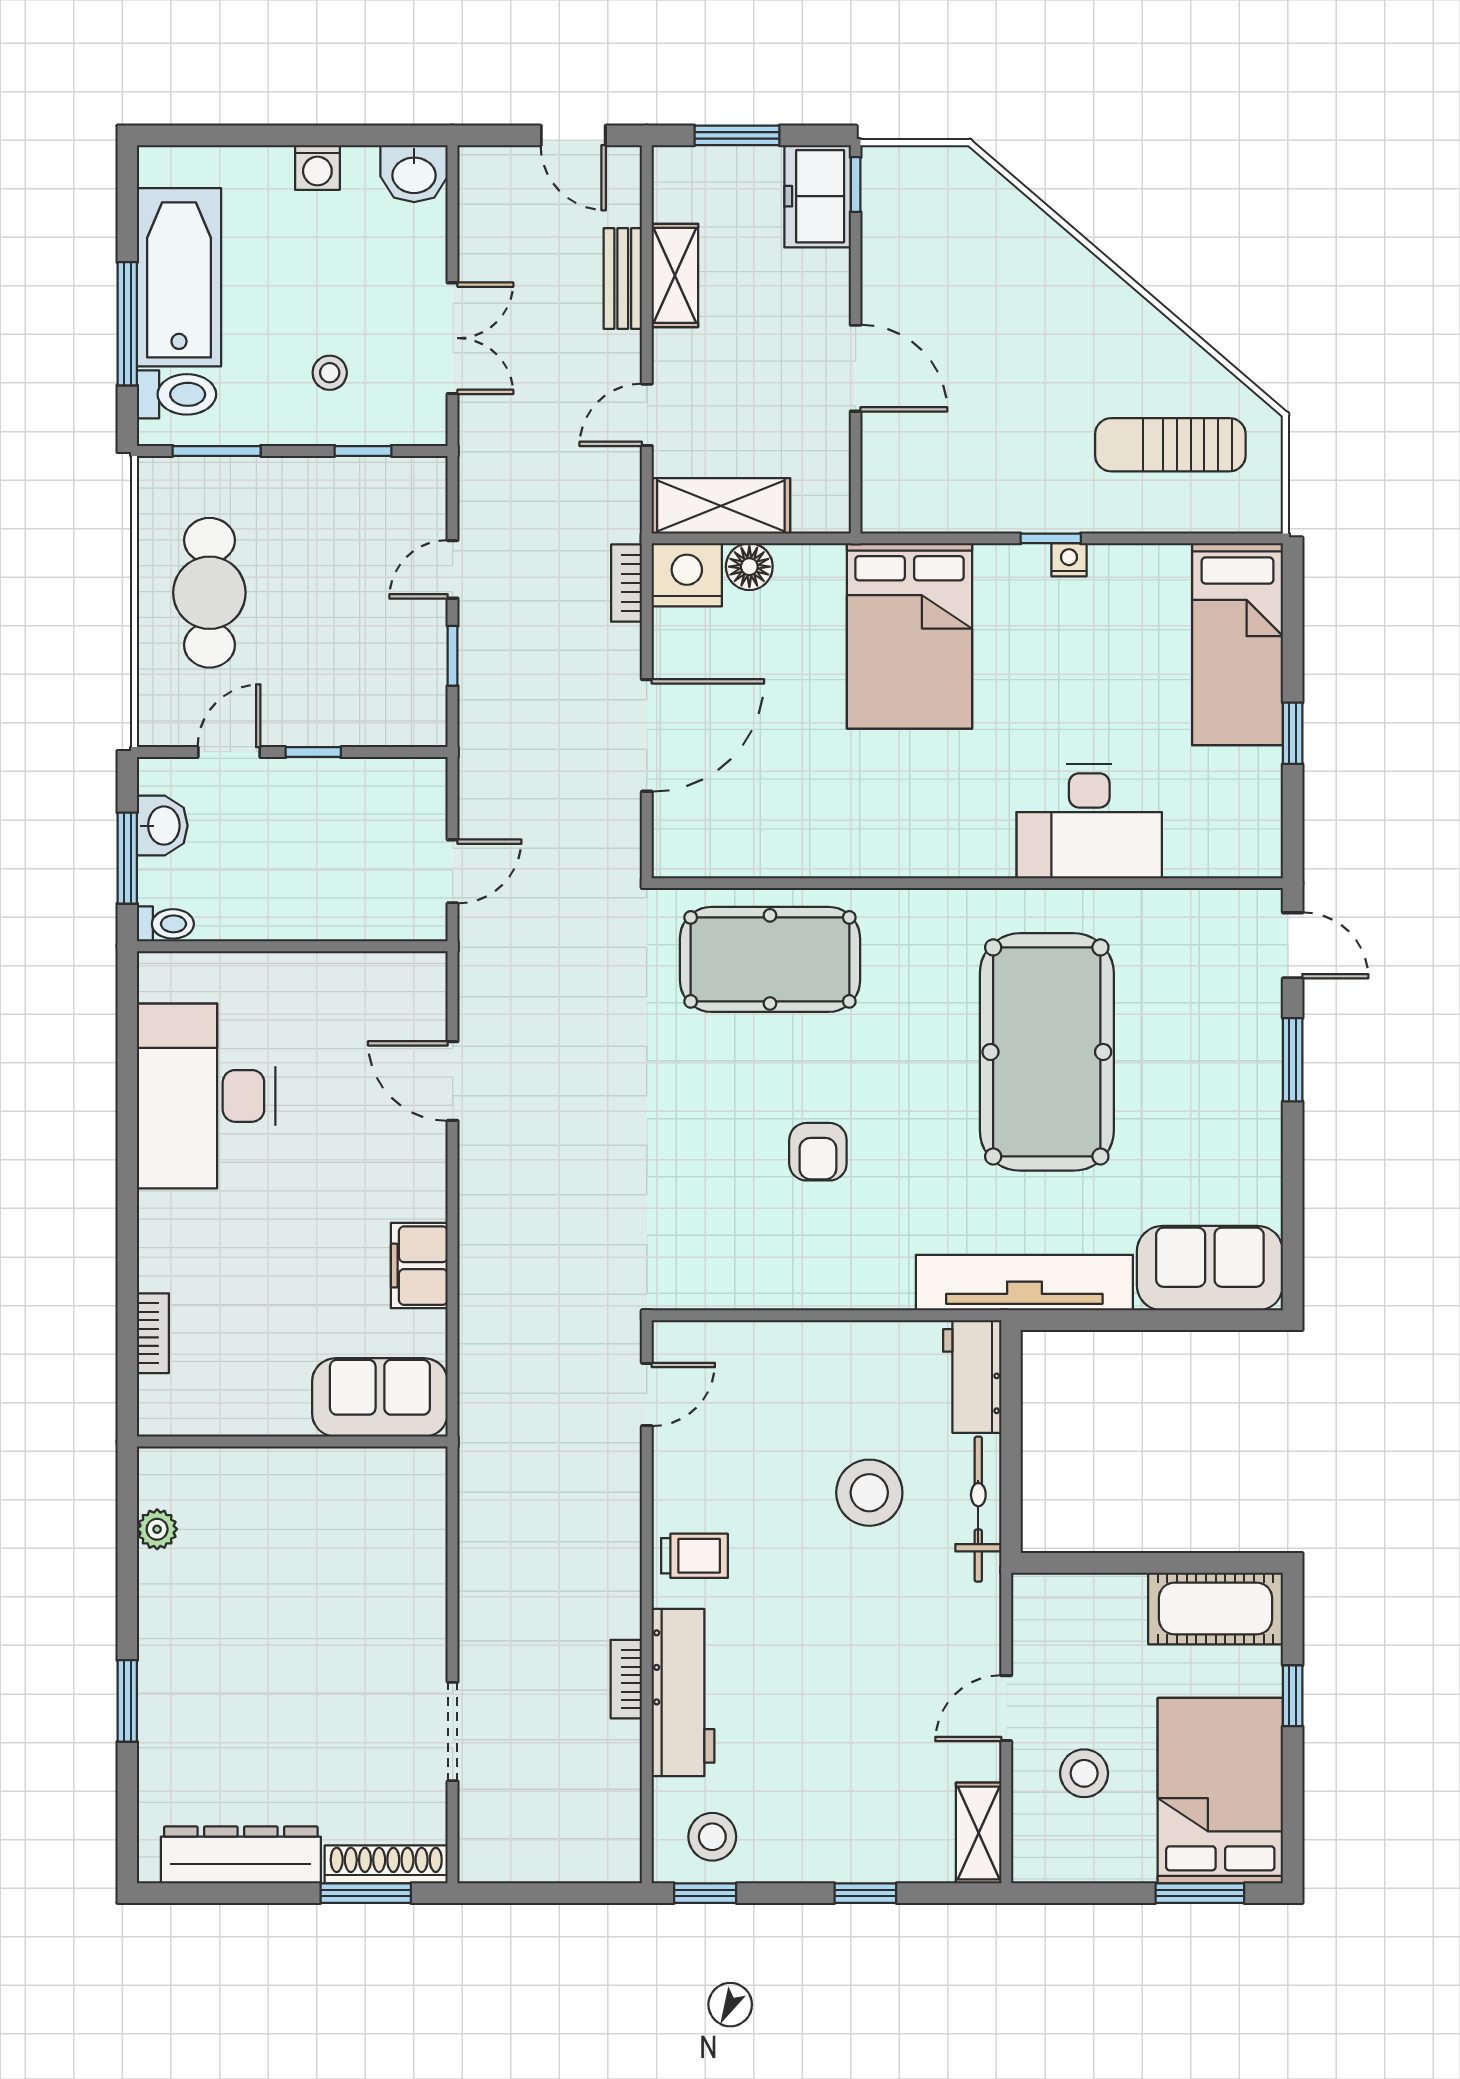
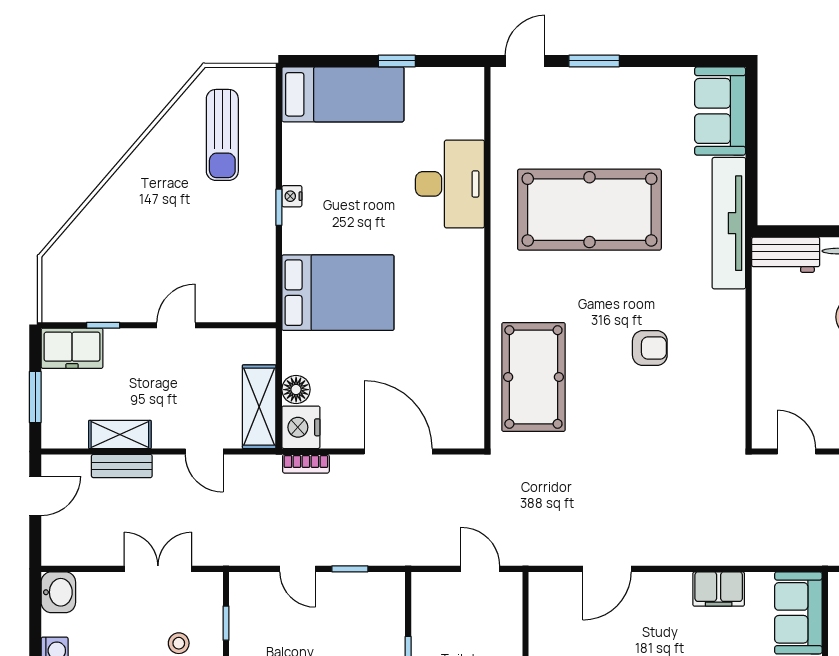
window: (856, 185) -> (103, 325), moved
door: (856, 368) -> (176, 325), width x0.73

